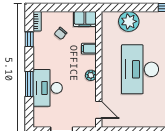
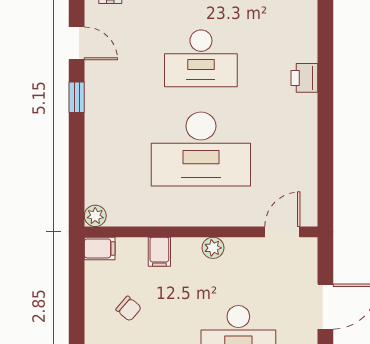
filing cabinet: (85, 19) -> (100, 248), width x0.50
plant: (129, 21) -> (95, 216), moved, width x0.53, depth x0.53

